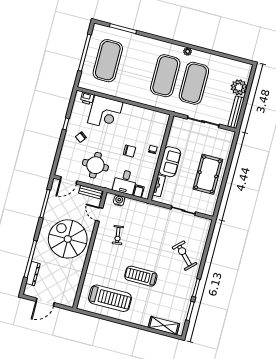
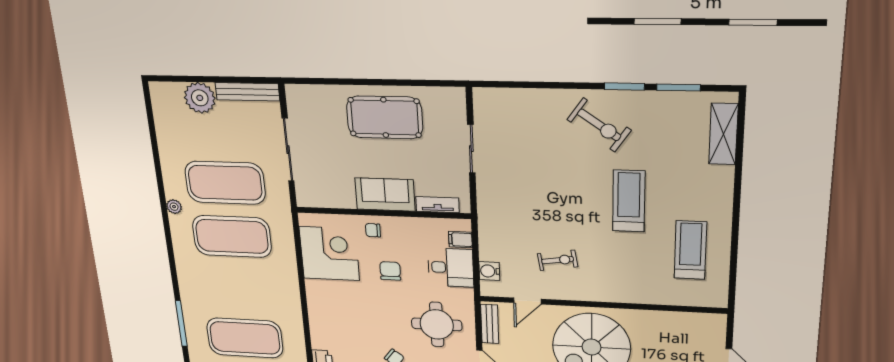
corner desk: (105, 113) -> (329, 254), moved
exercise bike: (185, 256) -> (599, 125), moved, turned -101
treadmill: (141, 276) -> (629, 201), turned 180
treadmill: (110, 298) -> (690, 250), width x0.73, depth x0.73

